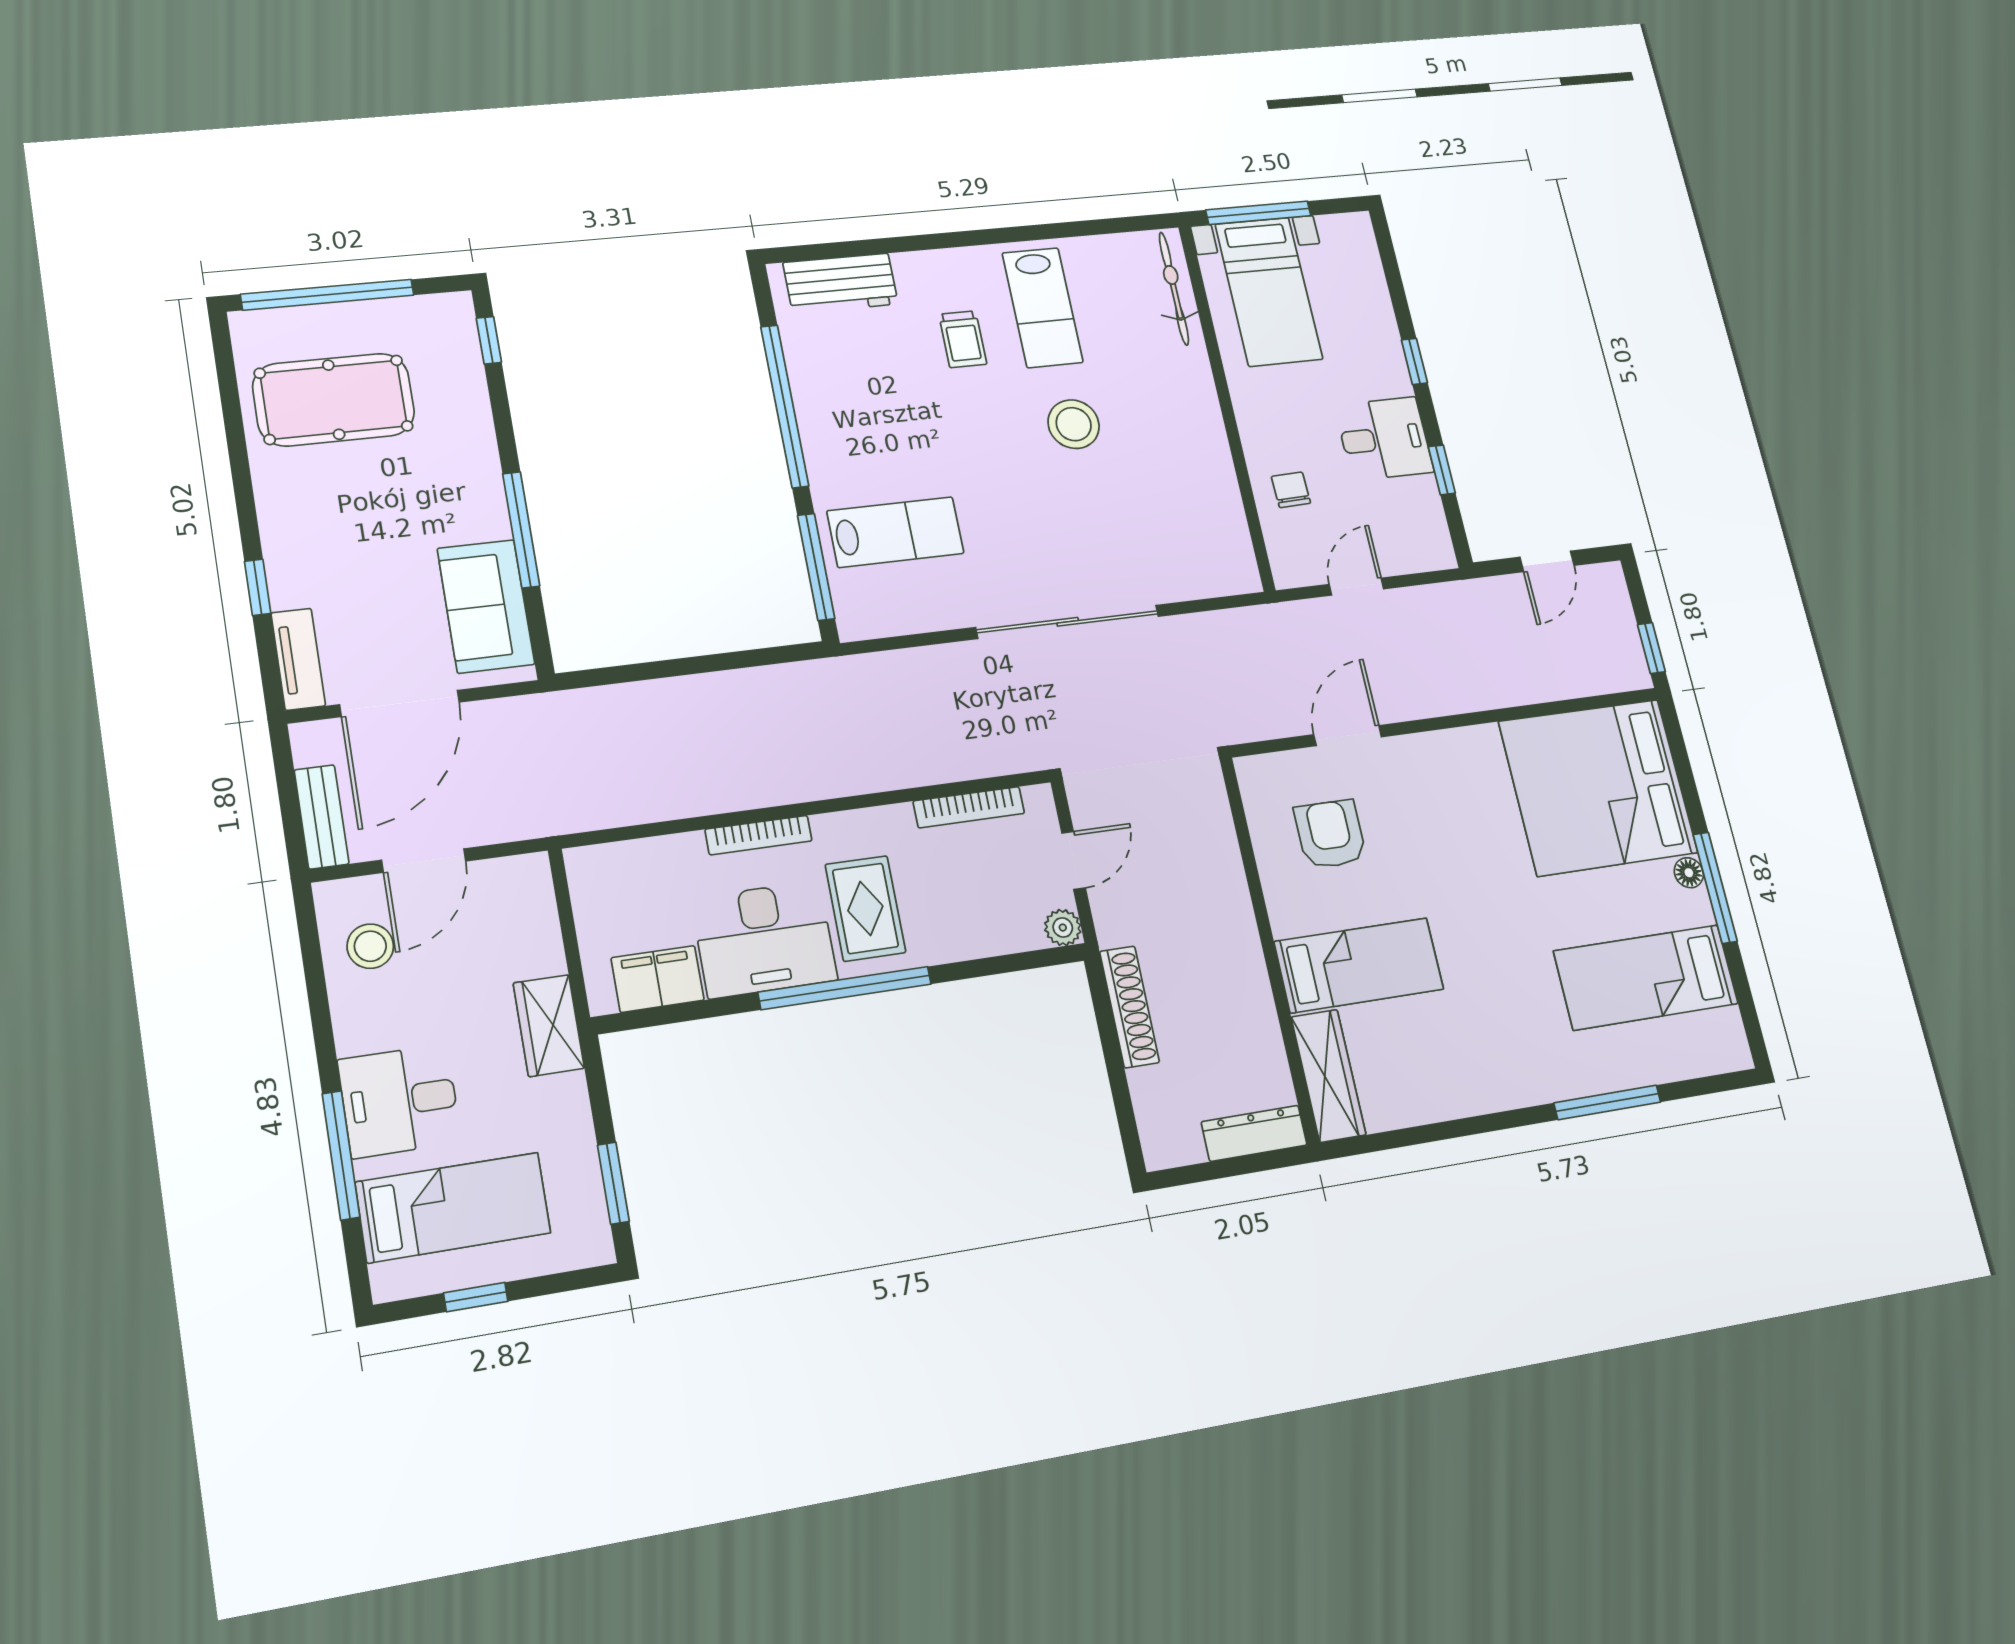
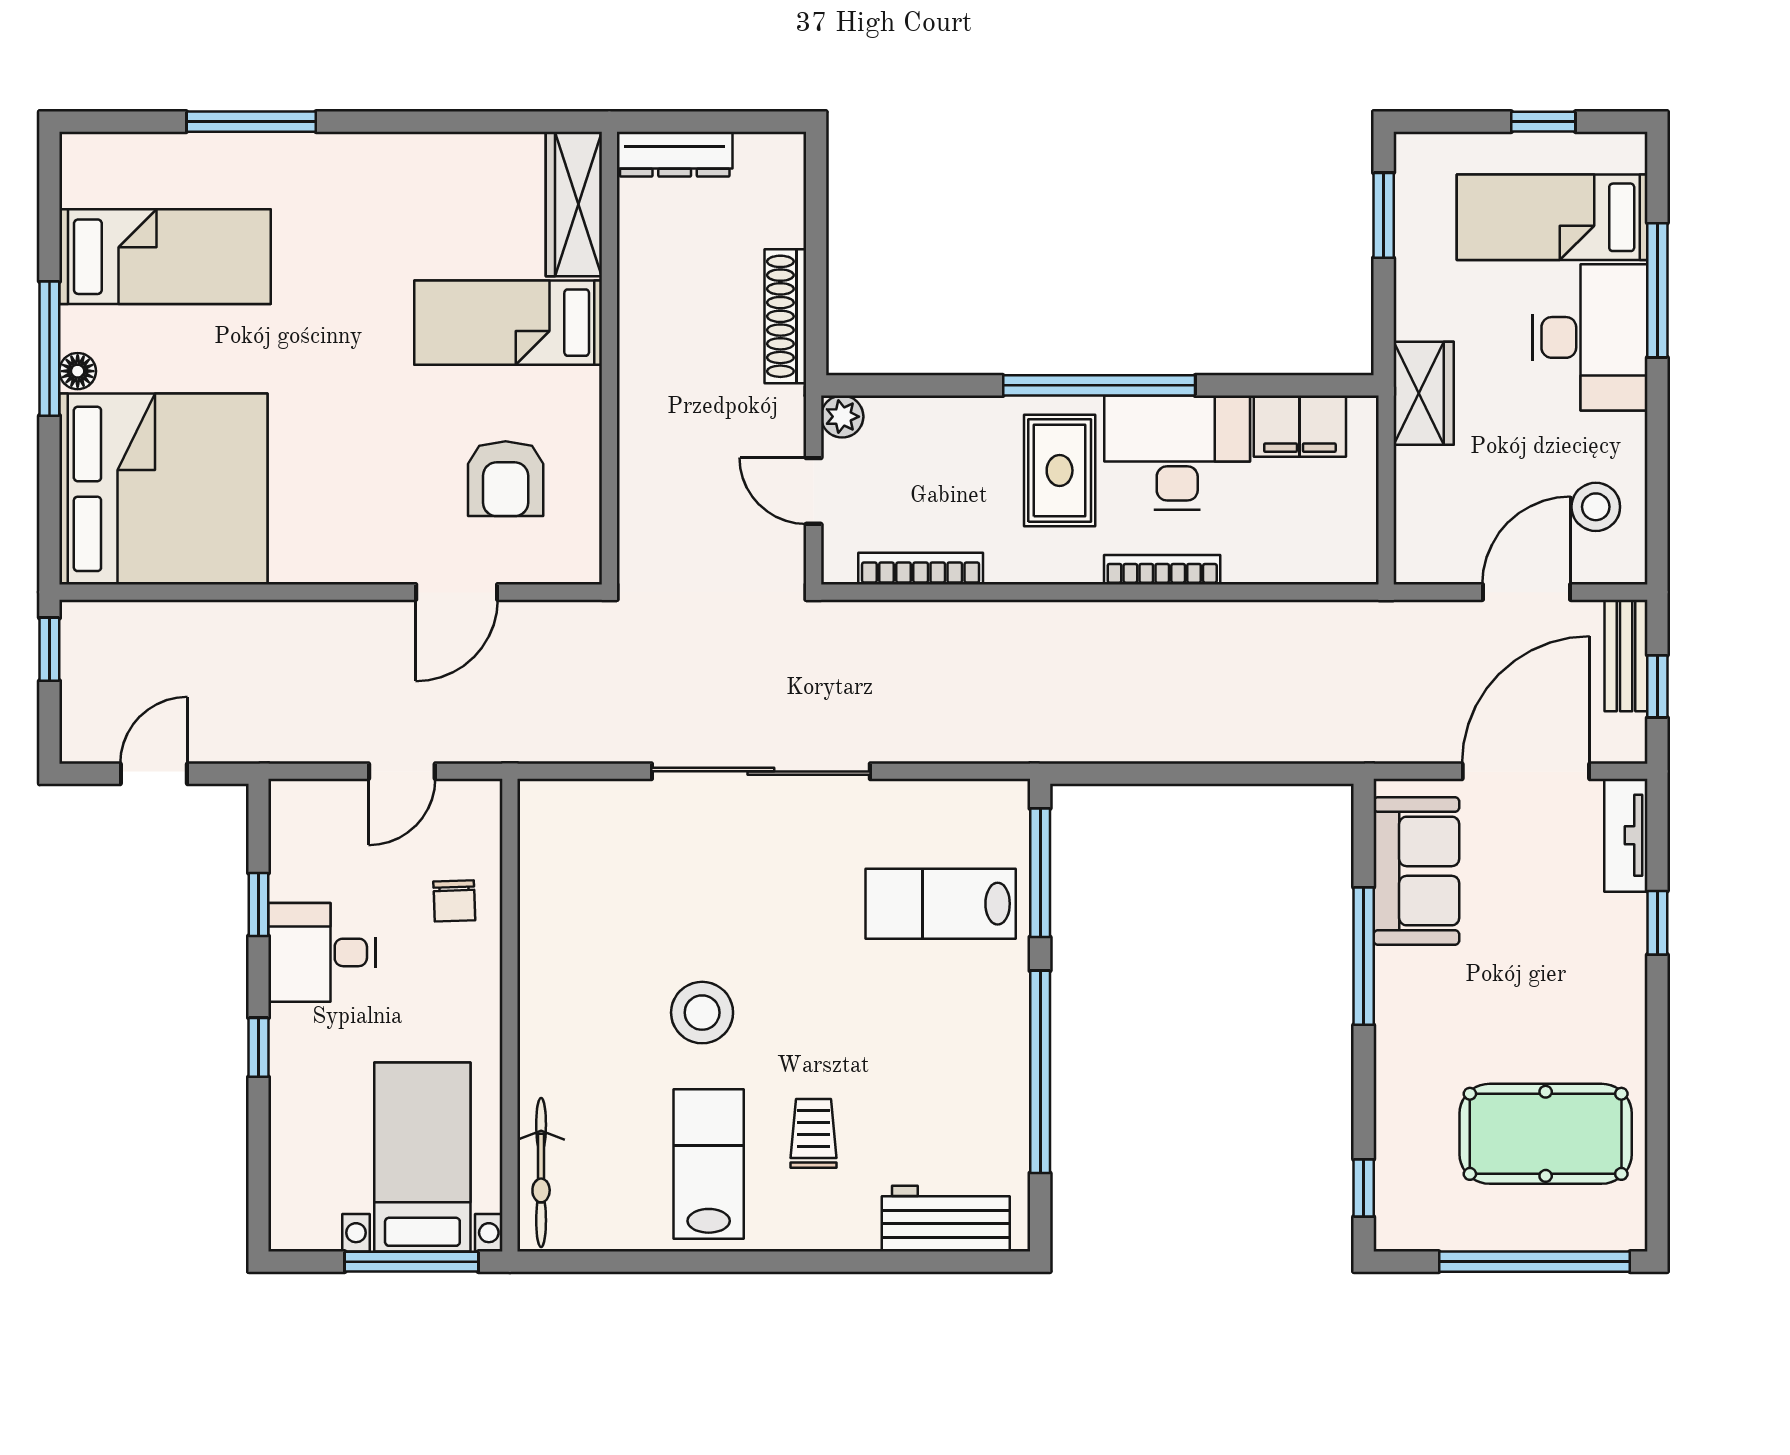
window: (288, 793) -> (1657, 686), added
door: (1074, 860) -> (814, 491), hinge flipped
desk: (400, 1101) -> (1590, 337), width x1.37

